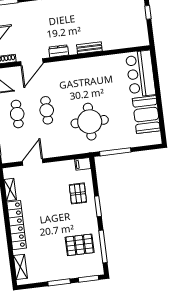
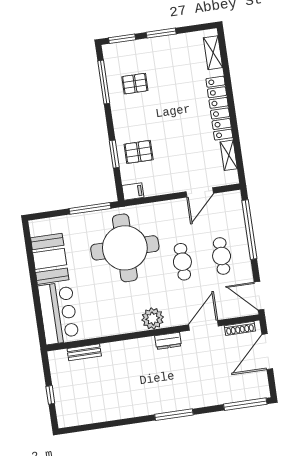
bench: (89, 48) -> (84, 352), moved
plant: (70, 68) -> (153, 319), added
round table: (90, 122) -> (125, 248), width x1.36, depth x1.36
pallet: (78, 193) -> (139, 152), turned 90
window: (98, 206) -> (114, 154), moved
pallet: (80, 245) -> (135, 84), width x0.67, depth x0.71

